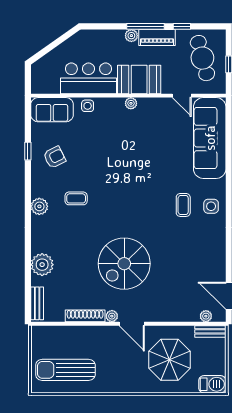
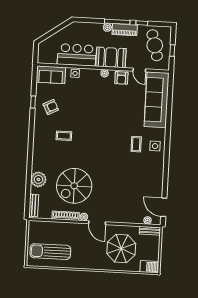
armchair: (156, 109) -> (121, 78), added
plant: (39, 206) -> (39, 140), removed
spiral stairs: (124, 264) -> (74, 186), moved

